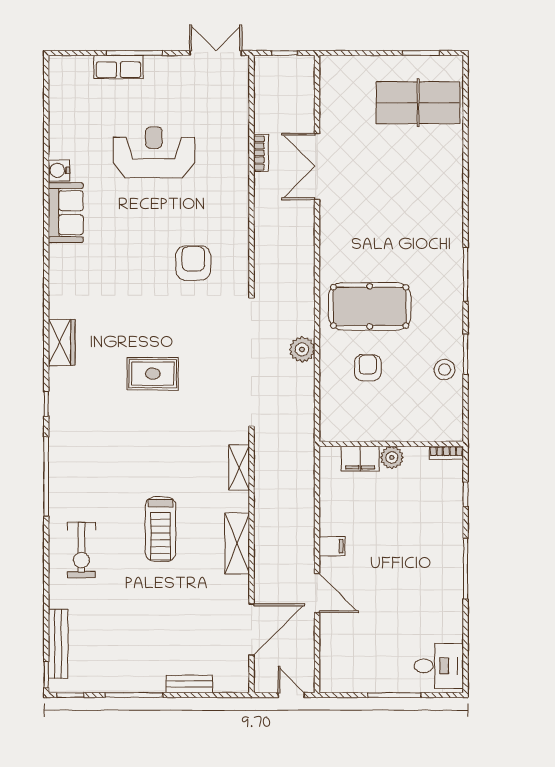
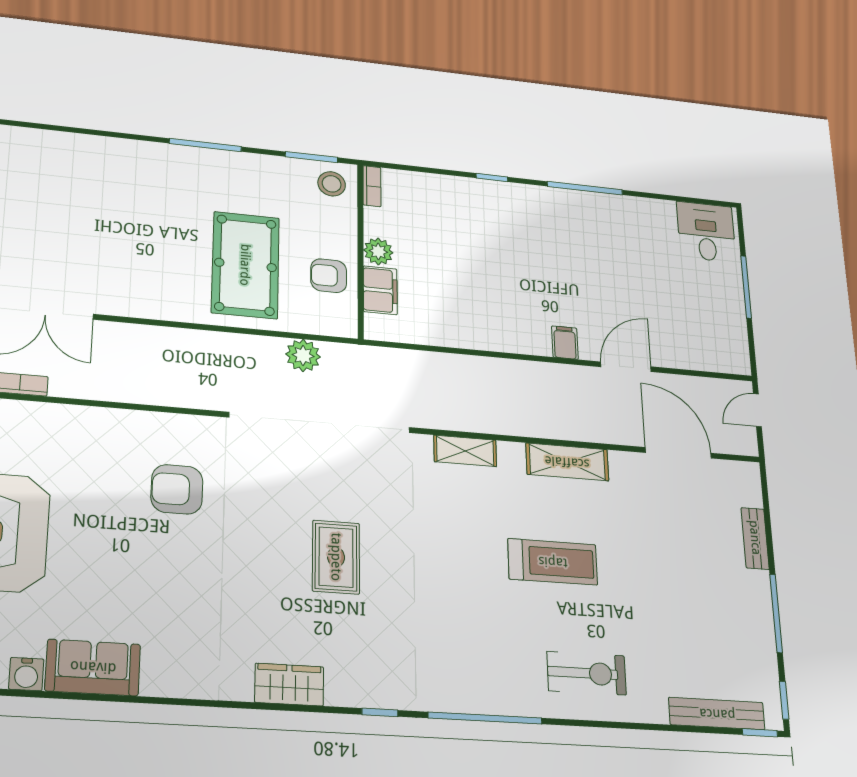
wall: (391, 444) -> (360, 250), moved
bookcase: (446, 453) -> (372, 186), moved
plant: (392, 457) -> (378, 251), moved
filing cabinet: (360, 459) -> (380, 290), moved

